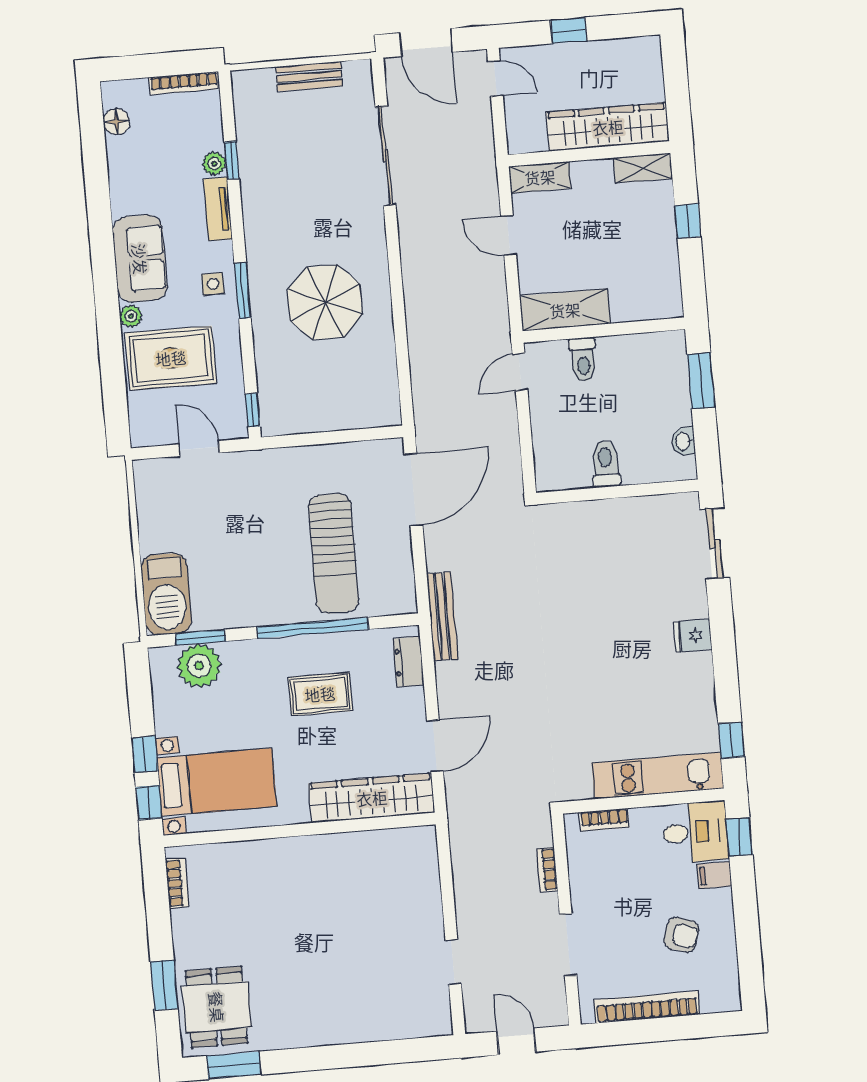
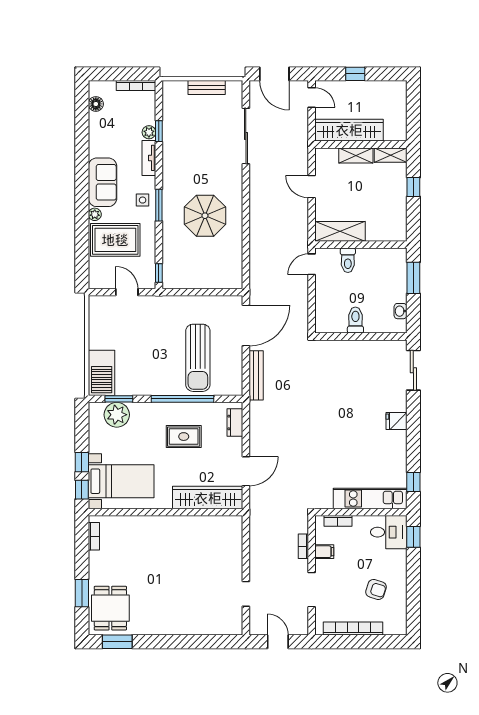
wardrobe: (608, 127) -> (349, 130), moved
shelving: (540, 177) -> (356, 155), moved
bench: (442, 616) -> (256, 375), moved
filing cabinet: (714, 875) -> (324, 552), moved, turned 180

